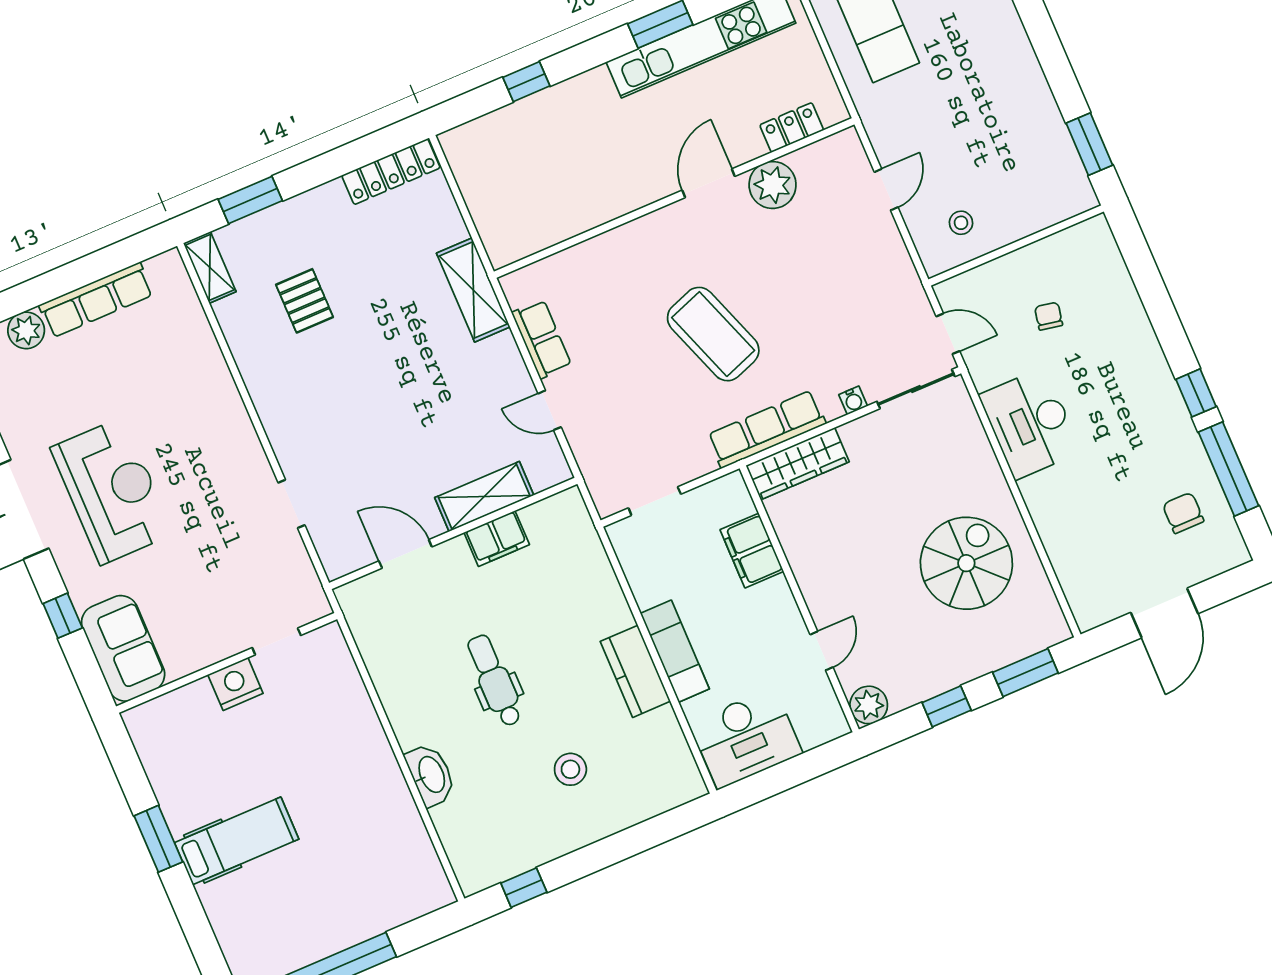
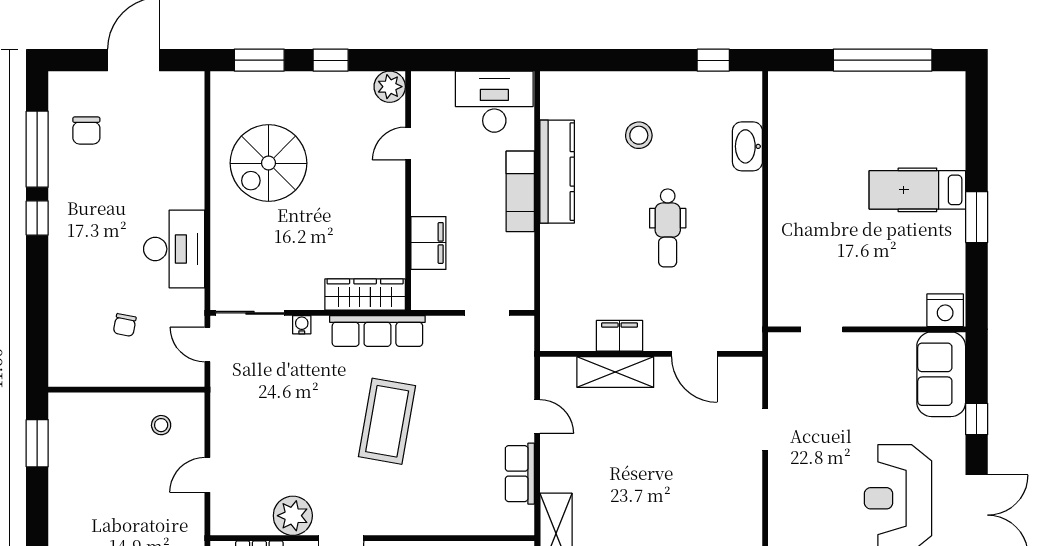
coffee table: (713, 334) -> (387, 421), turned 30
kitchen counter: (635, 671) -> (557, 172), width x1.50
nightstand: (235, 684) -> (945, 310), moved
washbasin: (431, 775) -> (747, 146), moved

